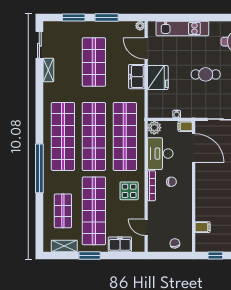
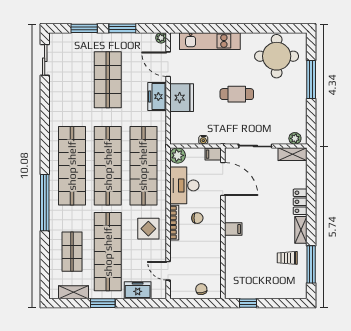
shelving: (48, 70) -> (55, 89), removed
filing cabinet: (203, 227) -> (233, 229), moved

